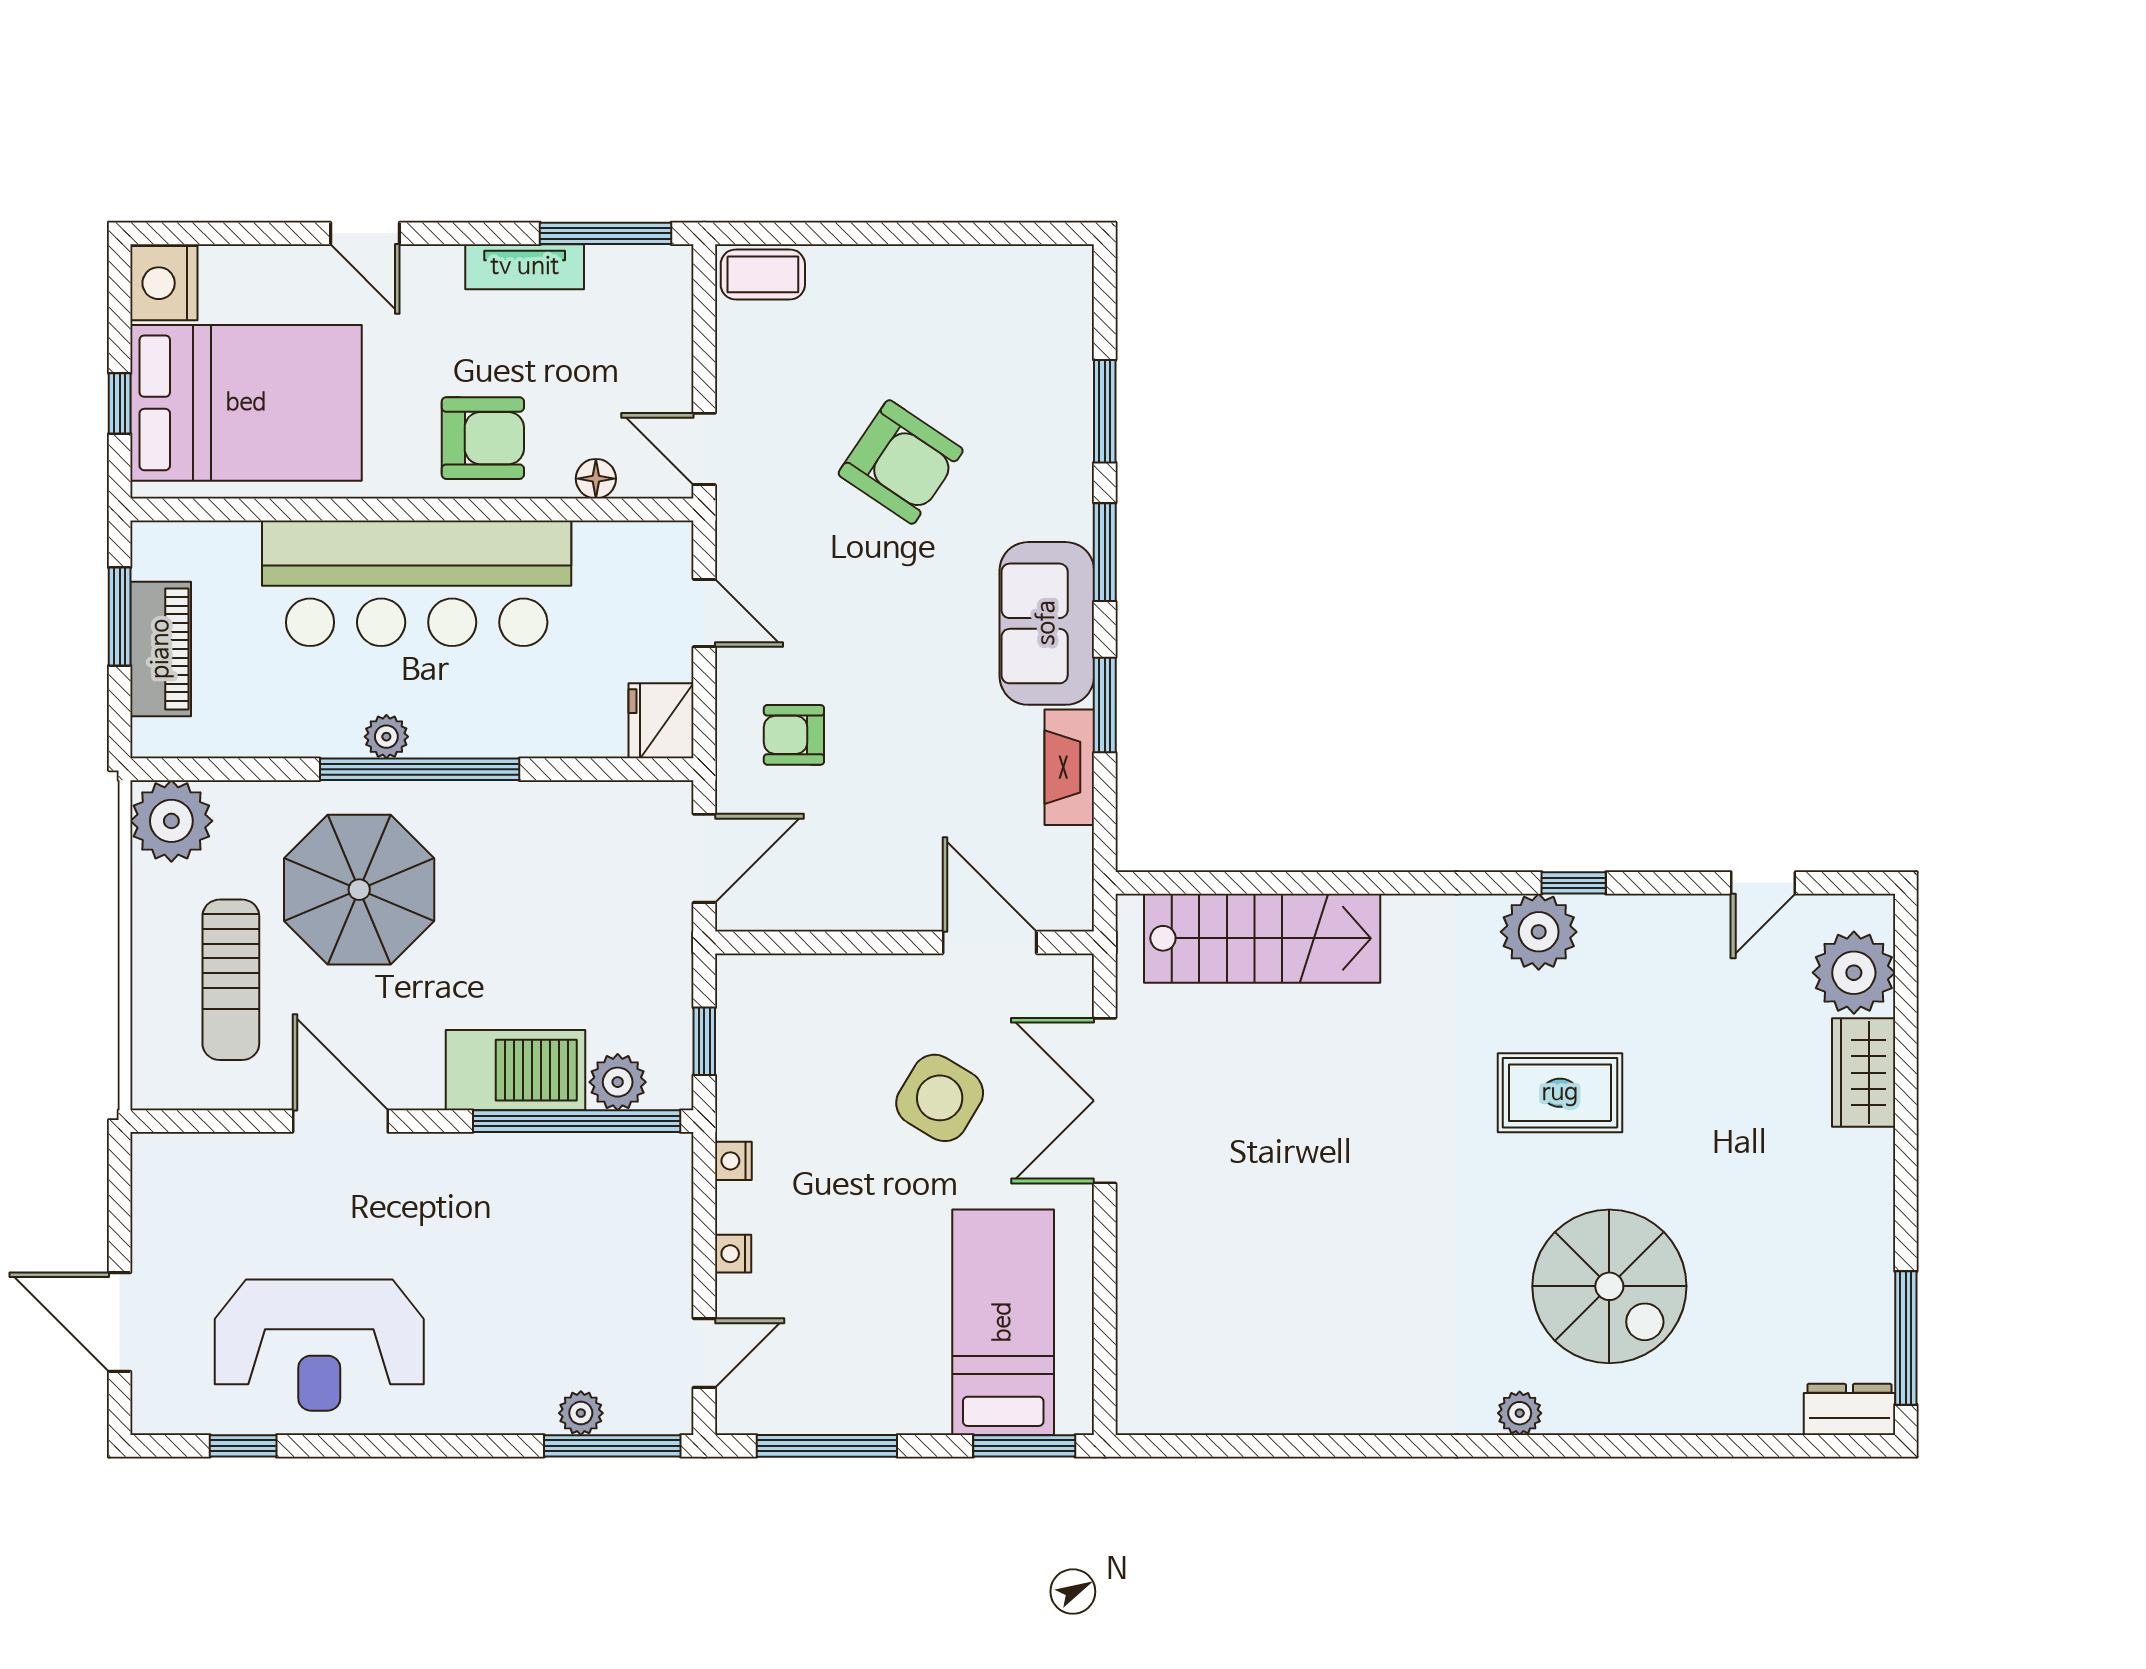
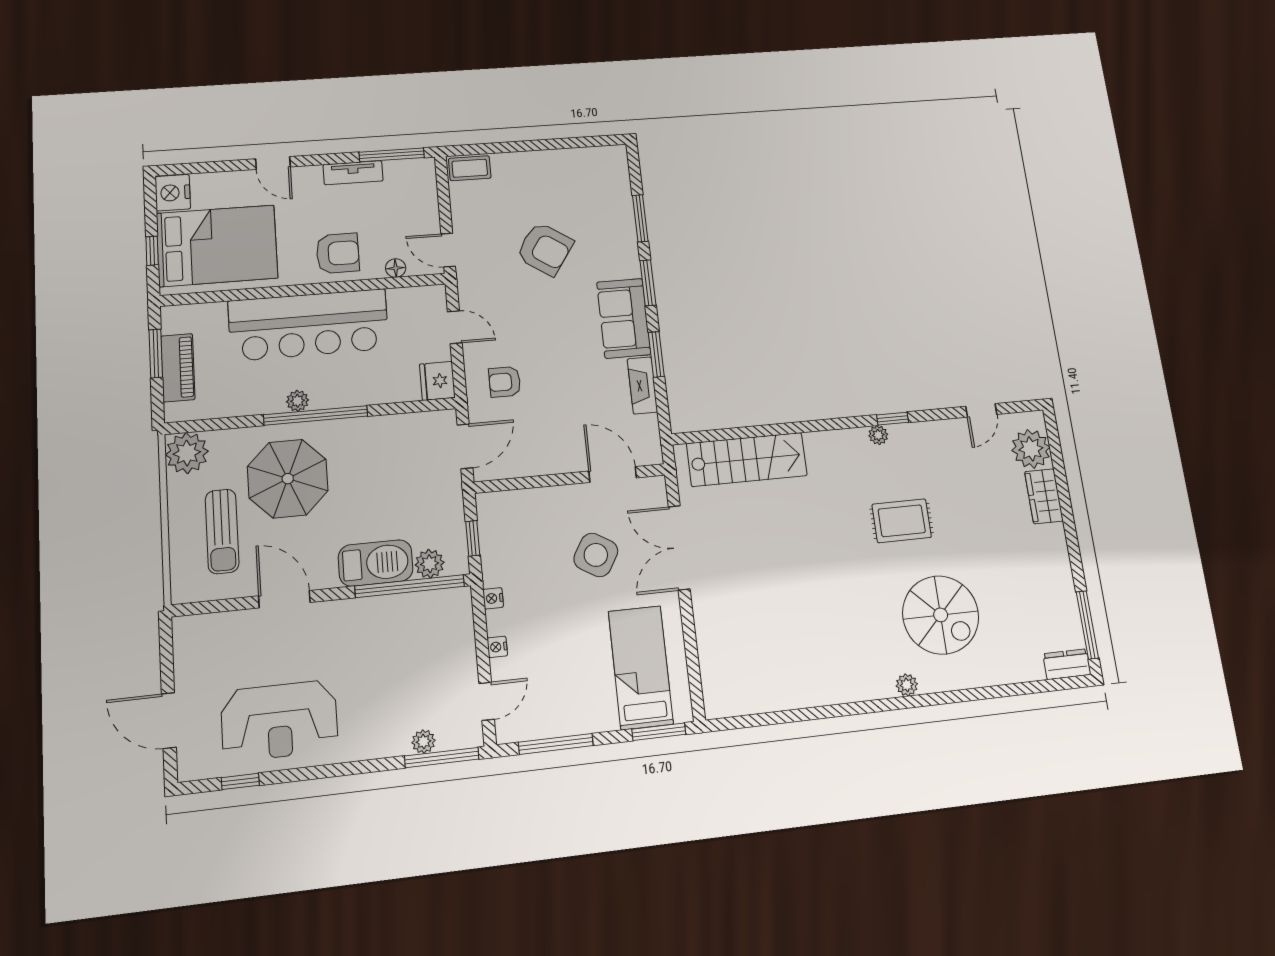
plant: (1539, 932) -> (878, 435), width x0.53, depth x0.53

